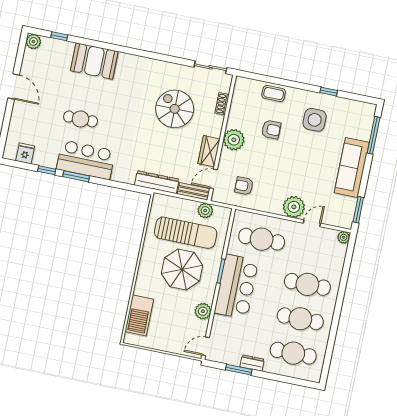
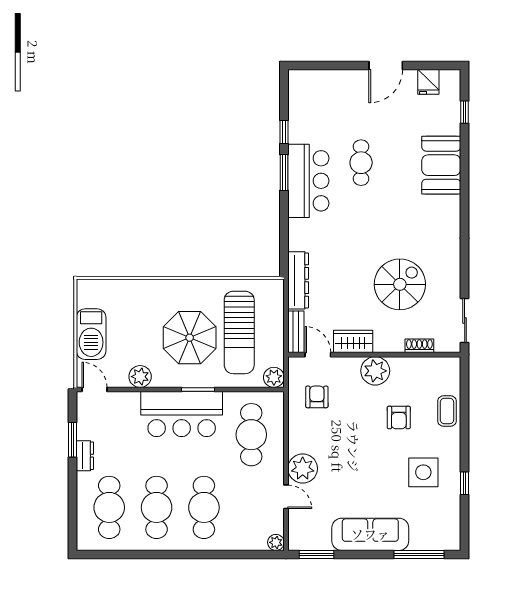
plant: (33, 42) -> (451, 79), removed
fridge: (25, 153) -> (428, 82), moved, turned 90
plant: (205, 211) -> (274, 377), moved
barbecue: (139, 315) -> (91, 334), moved, turned -90

